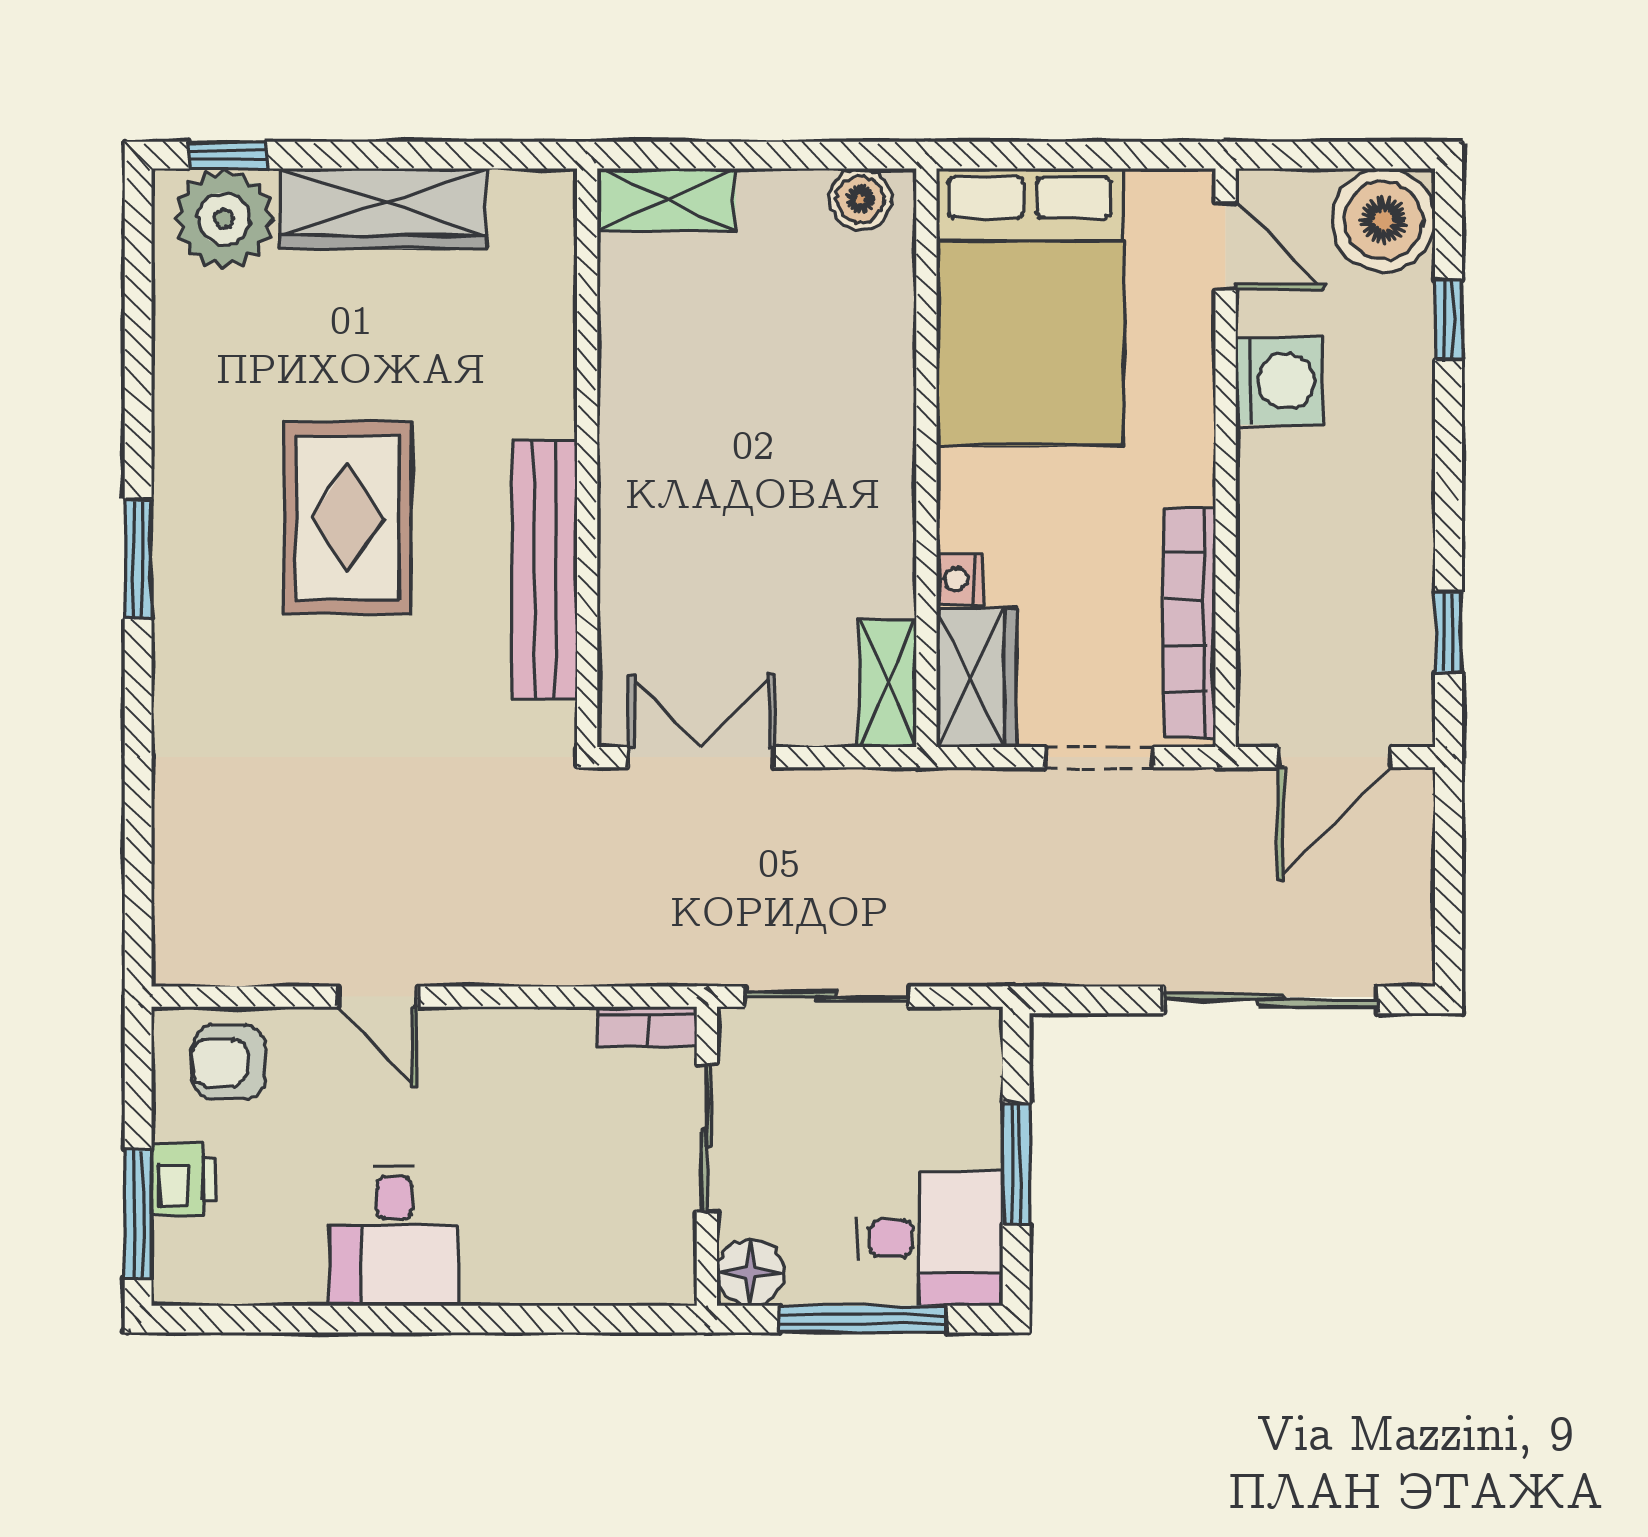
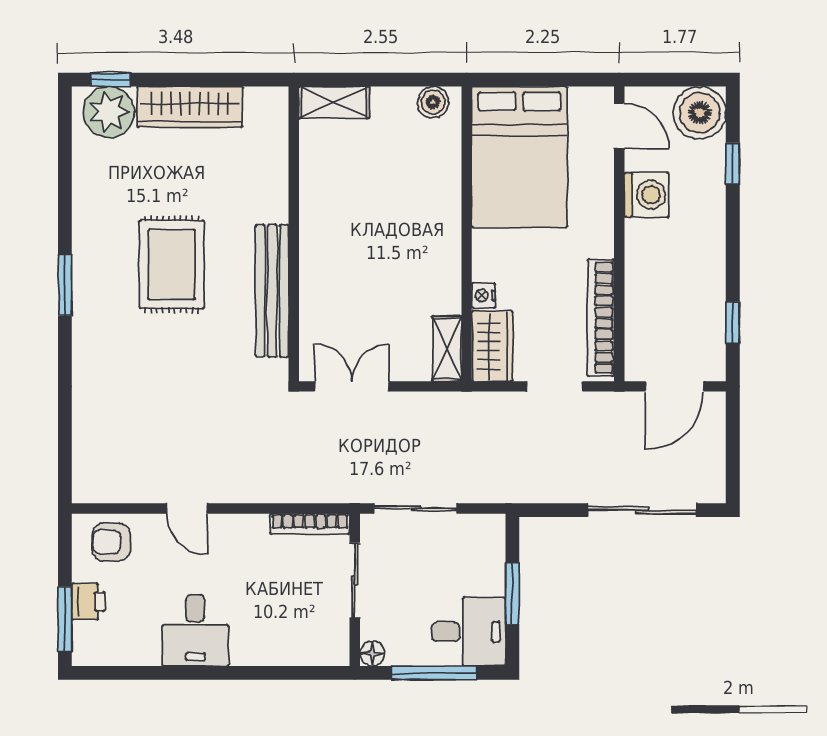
bookcase: (647, 1027) -> (310, 524), width x1.56
floor lamp: (750, 1272) -> (372, 654), width x0.73, depth x0.73

